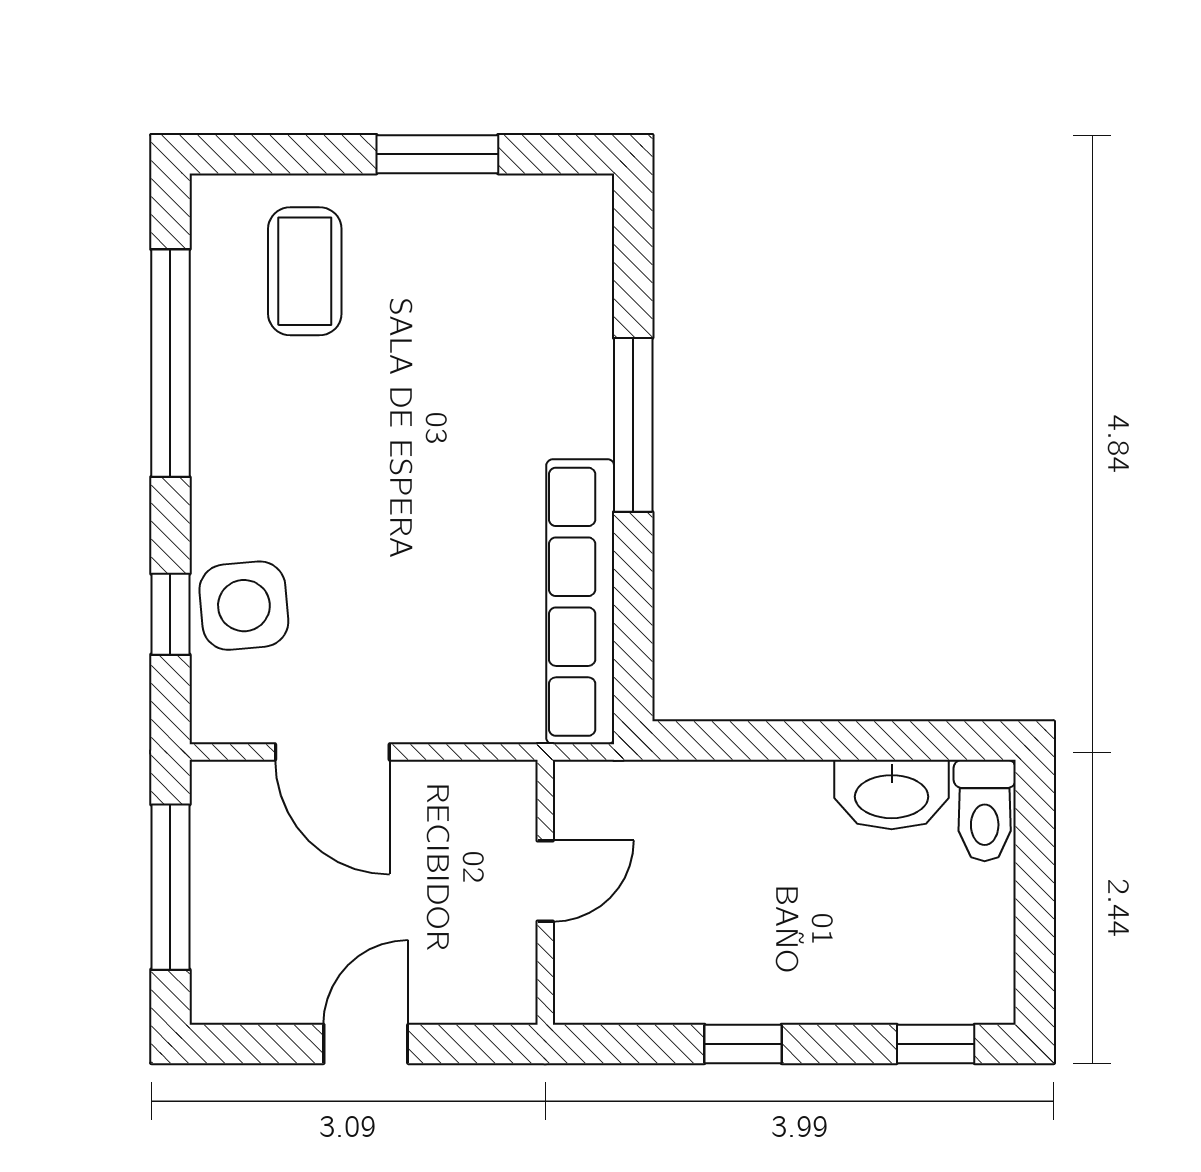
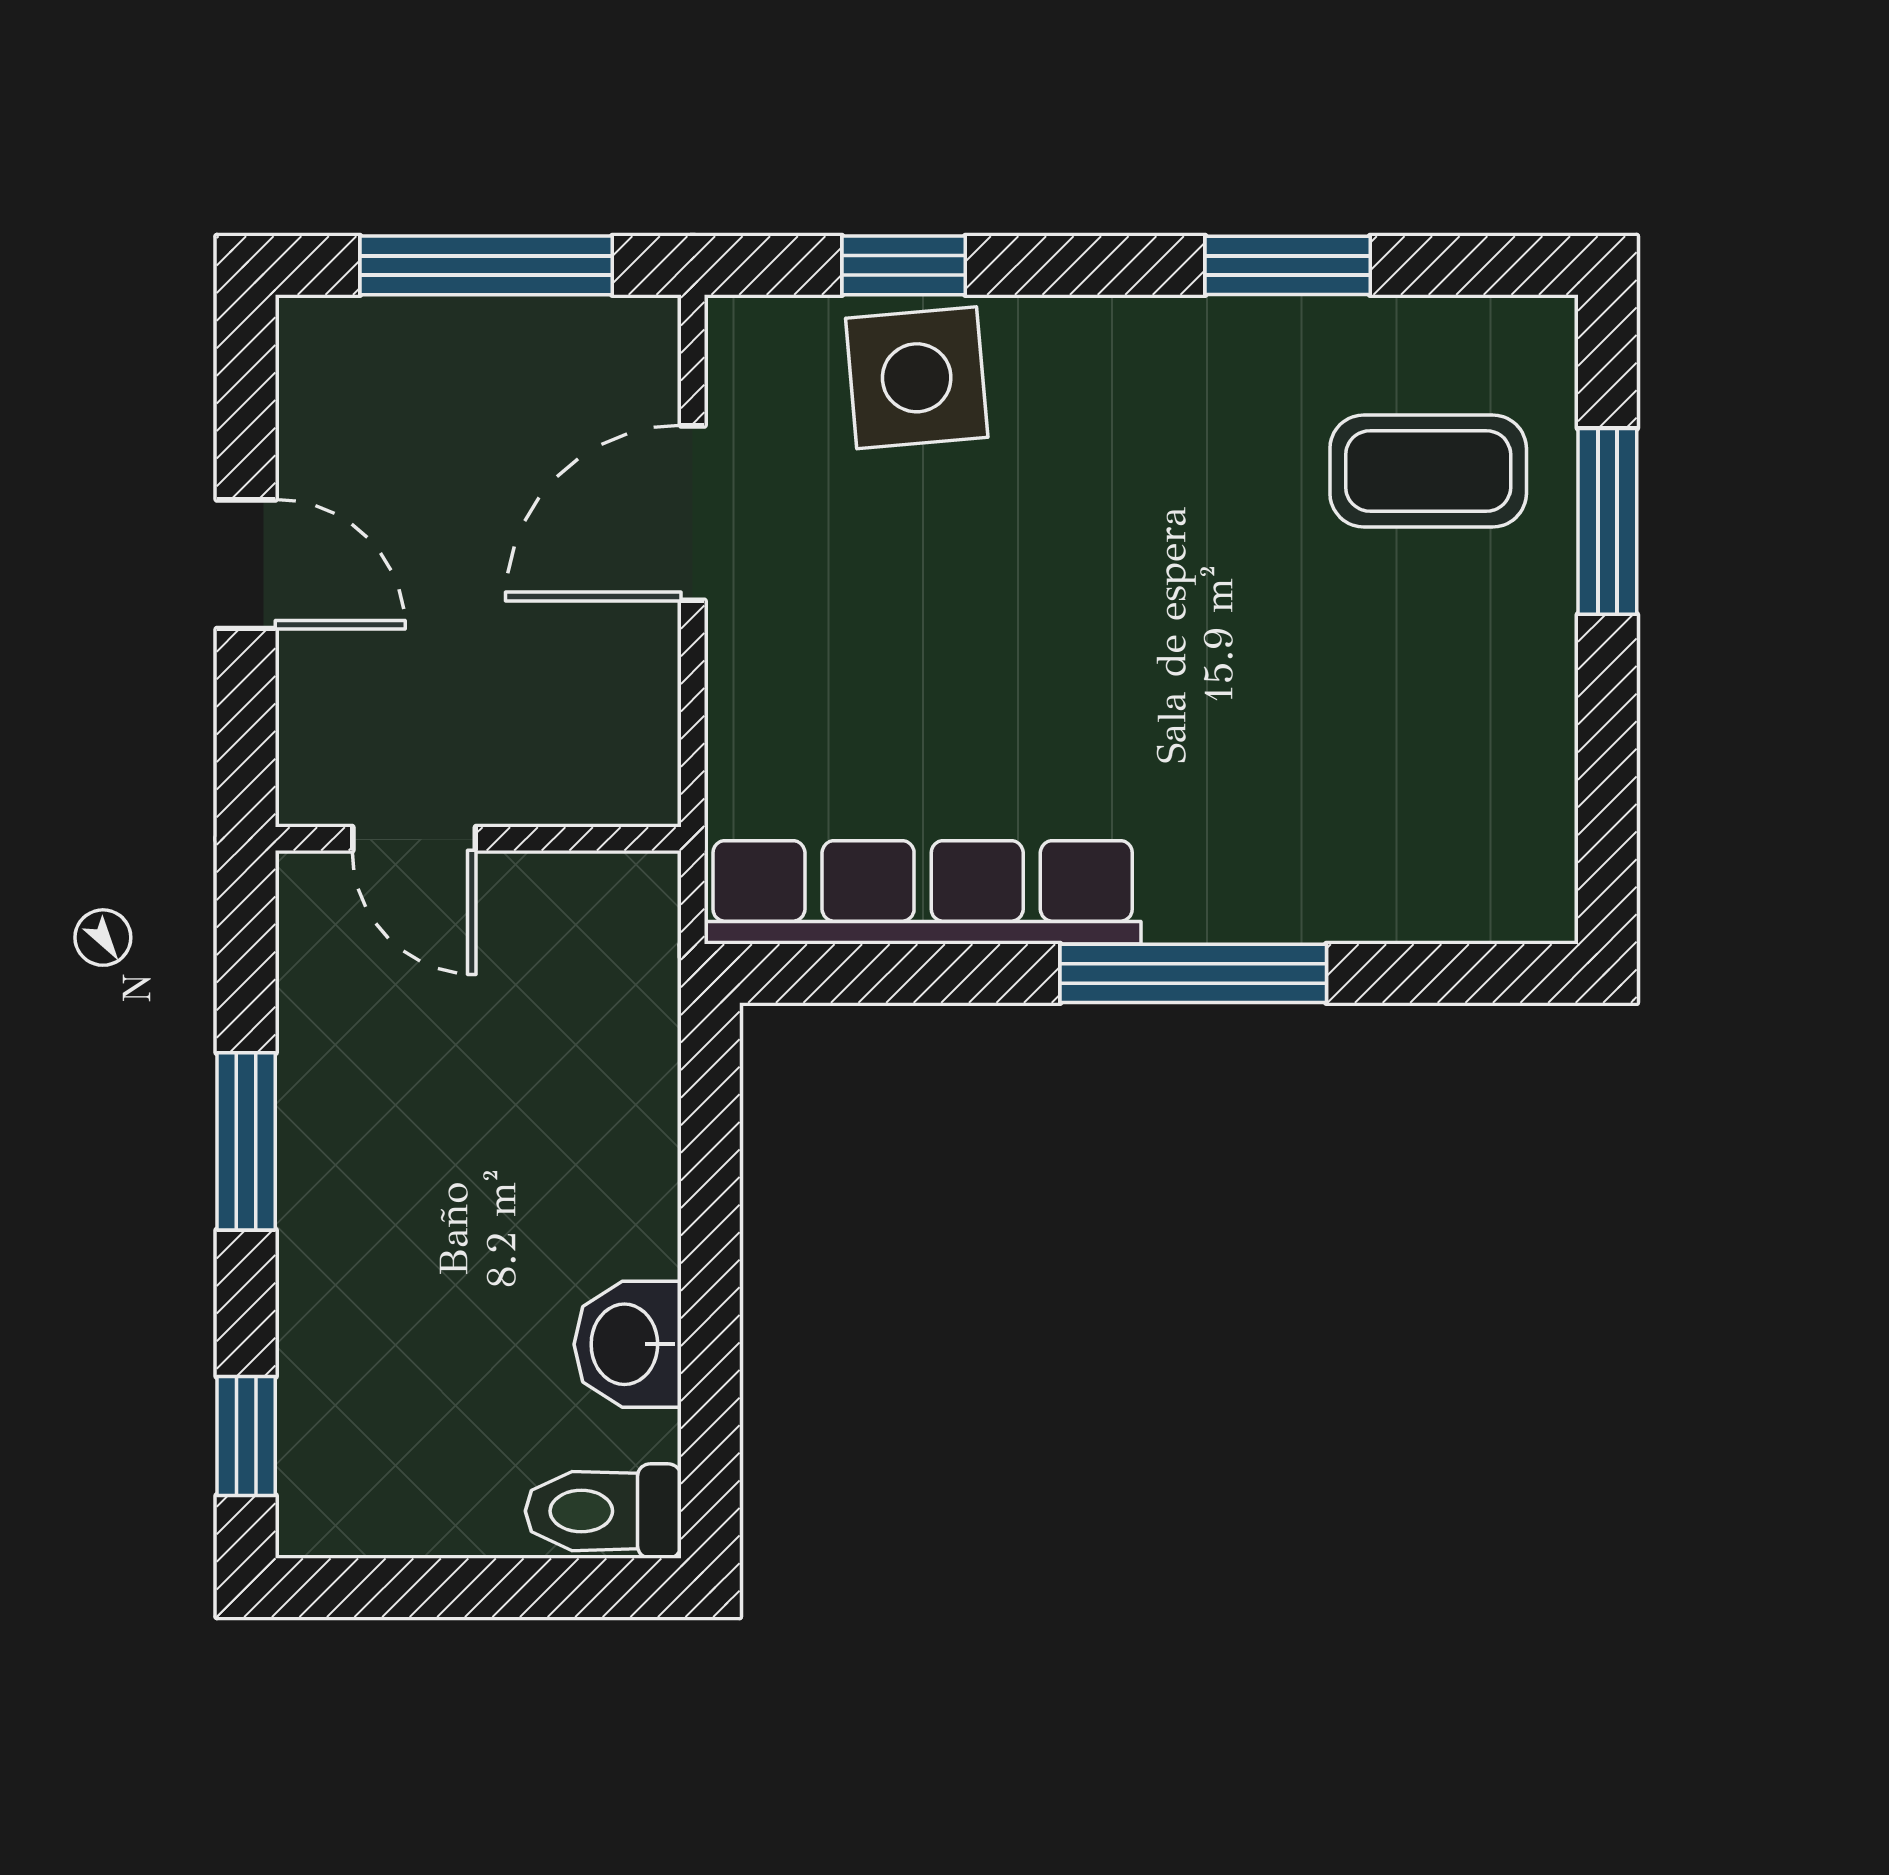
window: (437, 154) -> (1607, 521), moved
window: (170, 363) -> (1288, 265), width x0.47
washbasin: (892, 795) -> (628, 1344), width x0.72
door: (545, 881) -> (414, 839), moved
window: (743, 1044) -> (246, 1141), width x1.50

